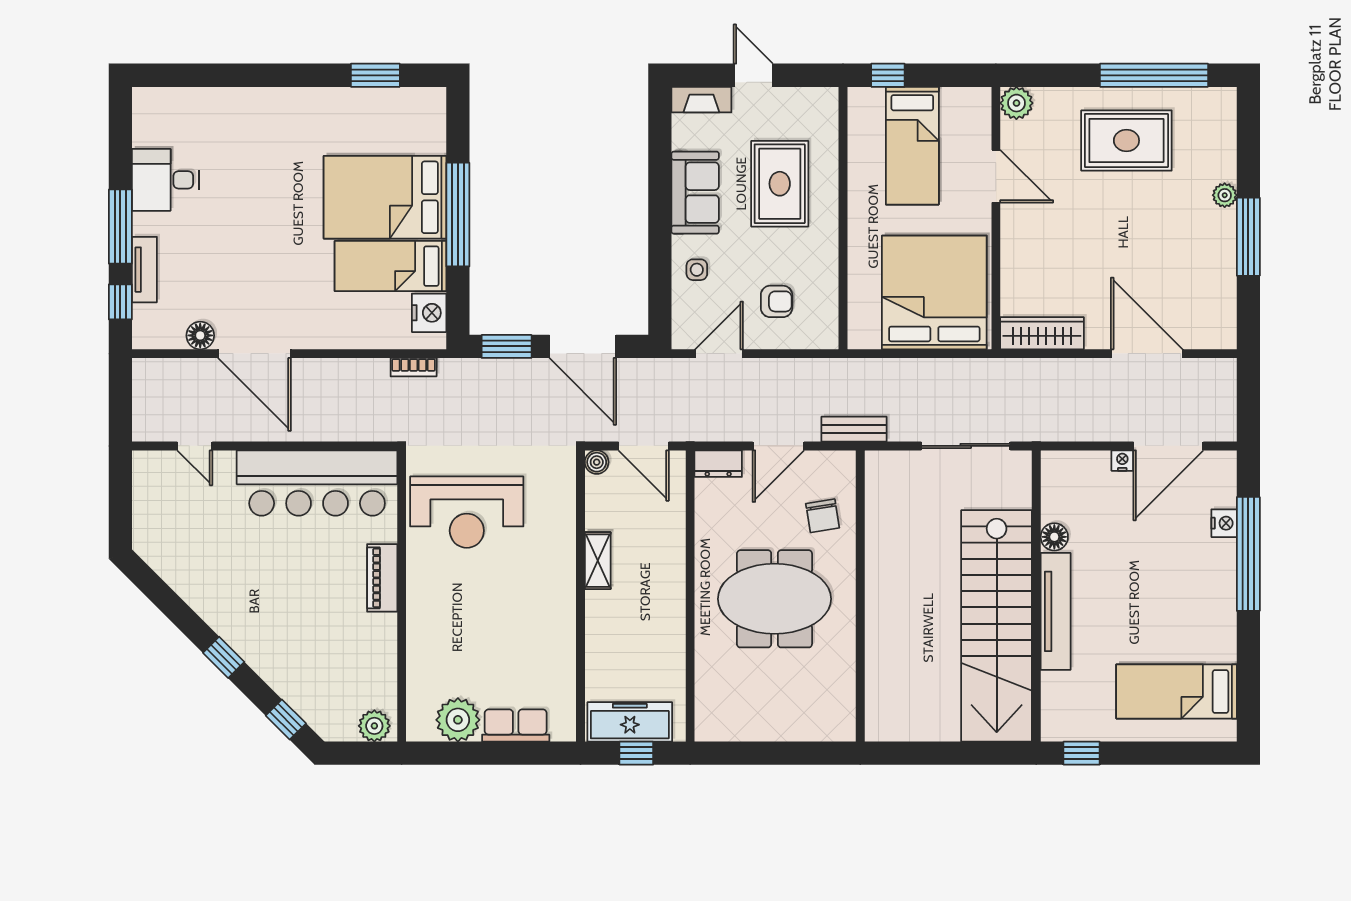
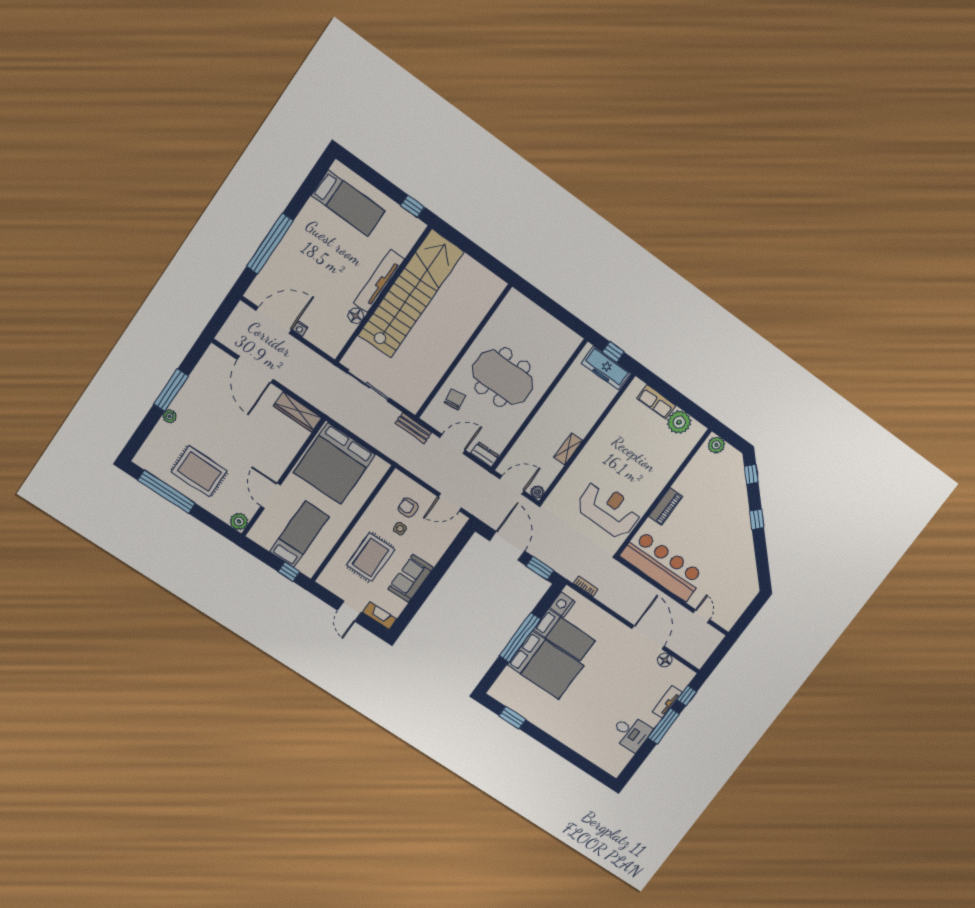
side table: (697, 270) -> (400, 529), moved
door: (644, 446) -> (512, 485), hinge flipped
nightstand: (1224, 523) -> (272, 266), removed

